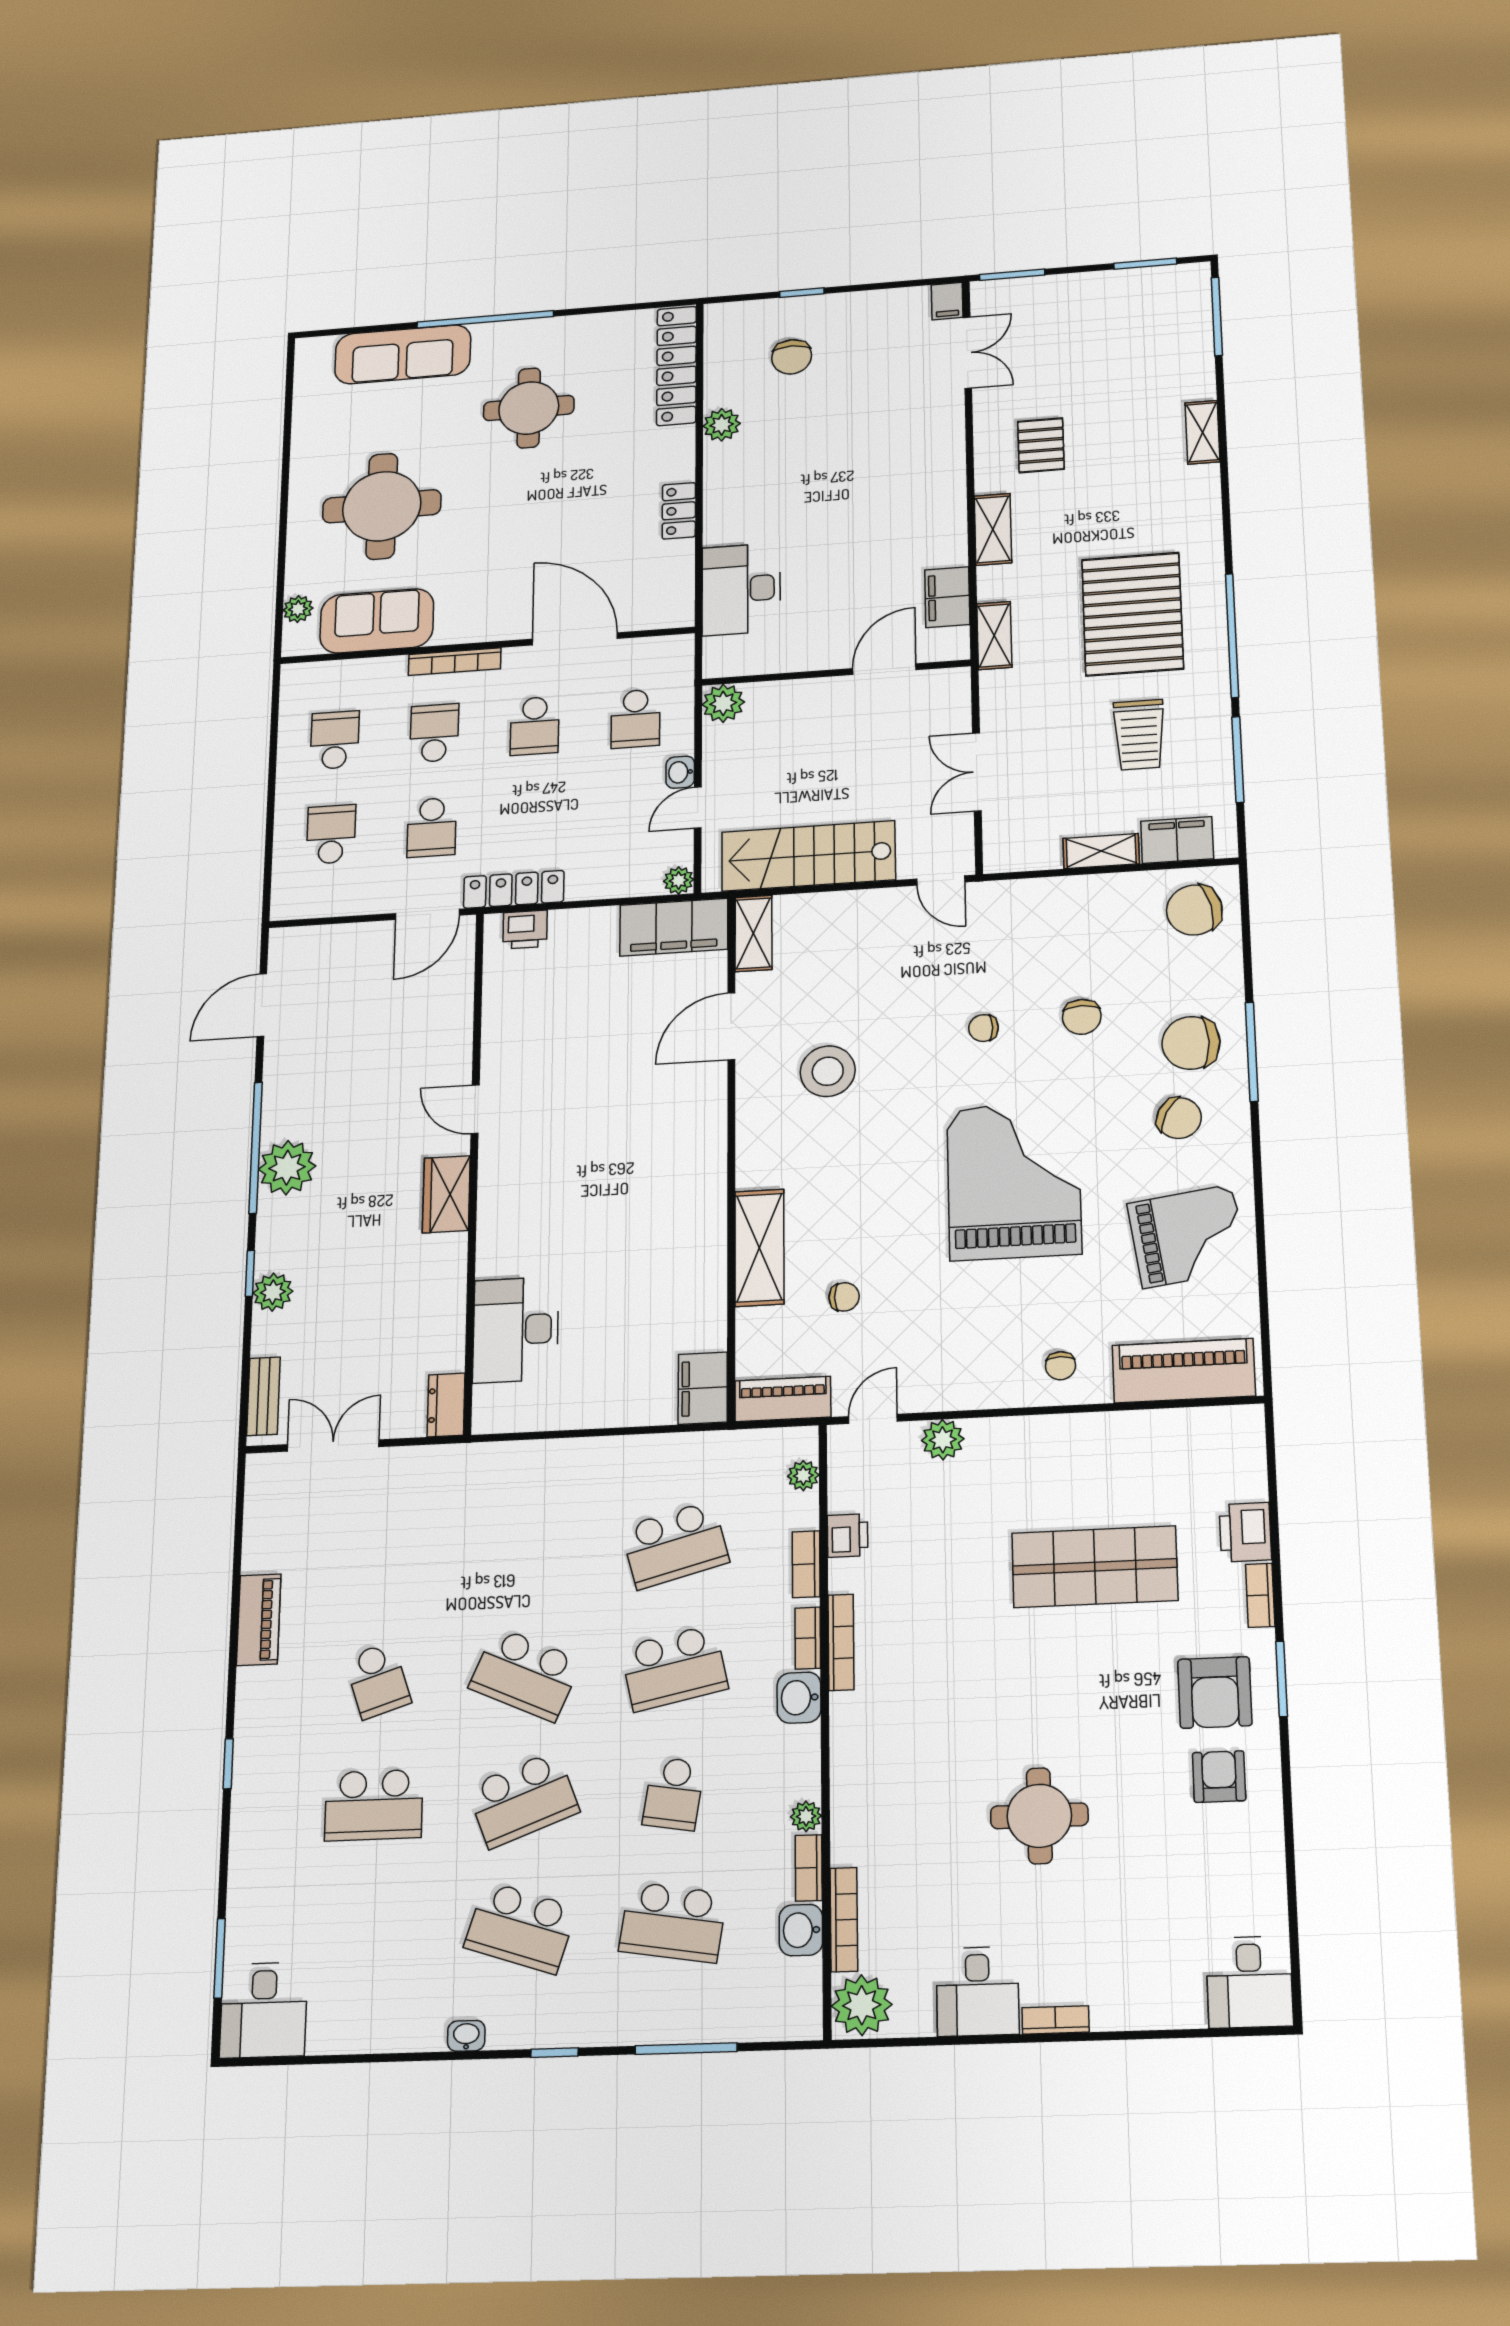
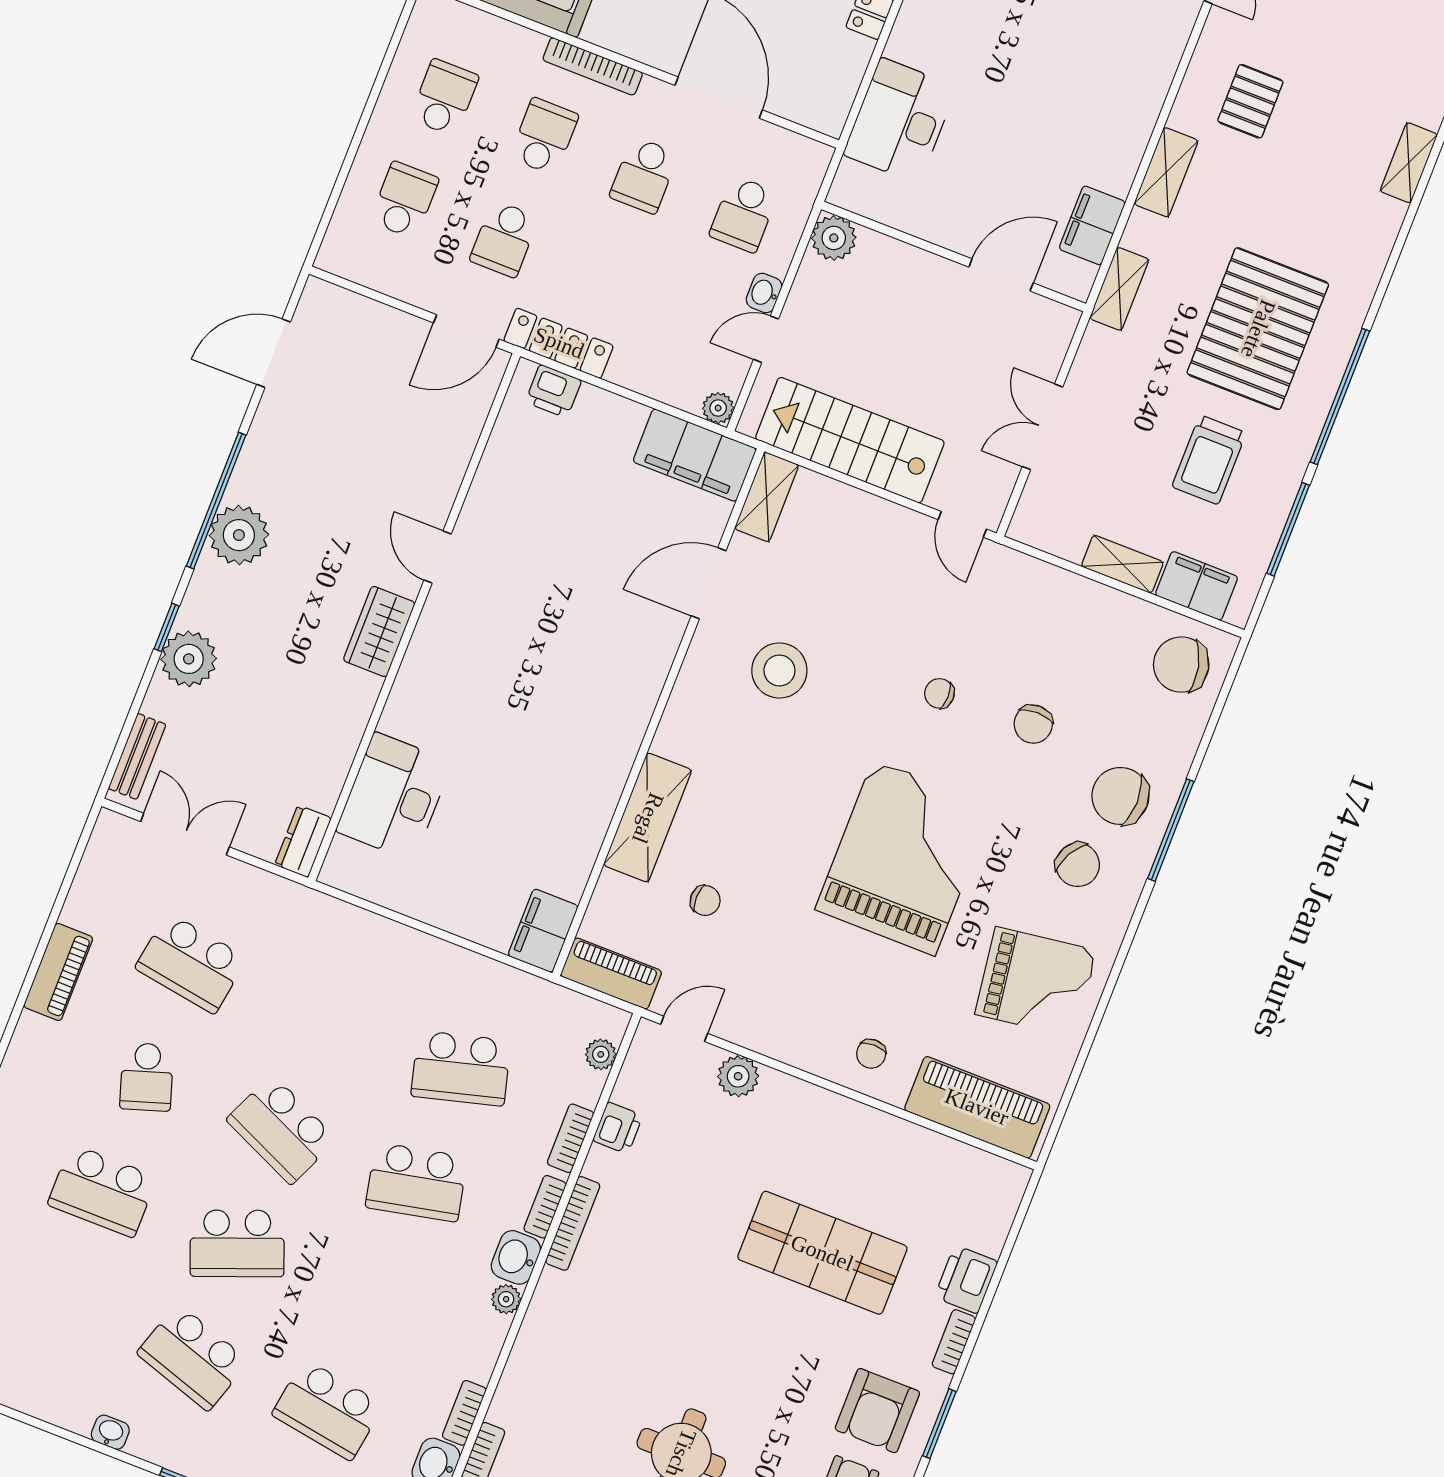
plant: (273, 1292) -> (189, 659), width x1.36, depth x1.36
school desk: (674, 1794) -> (191, 963), moved, width x1.85
plant: (806, 1816) -> (506, 1299), moved

